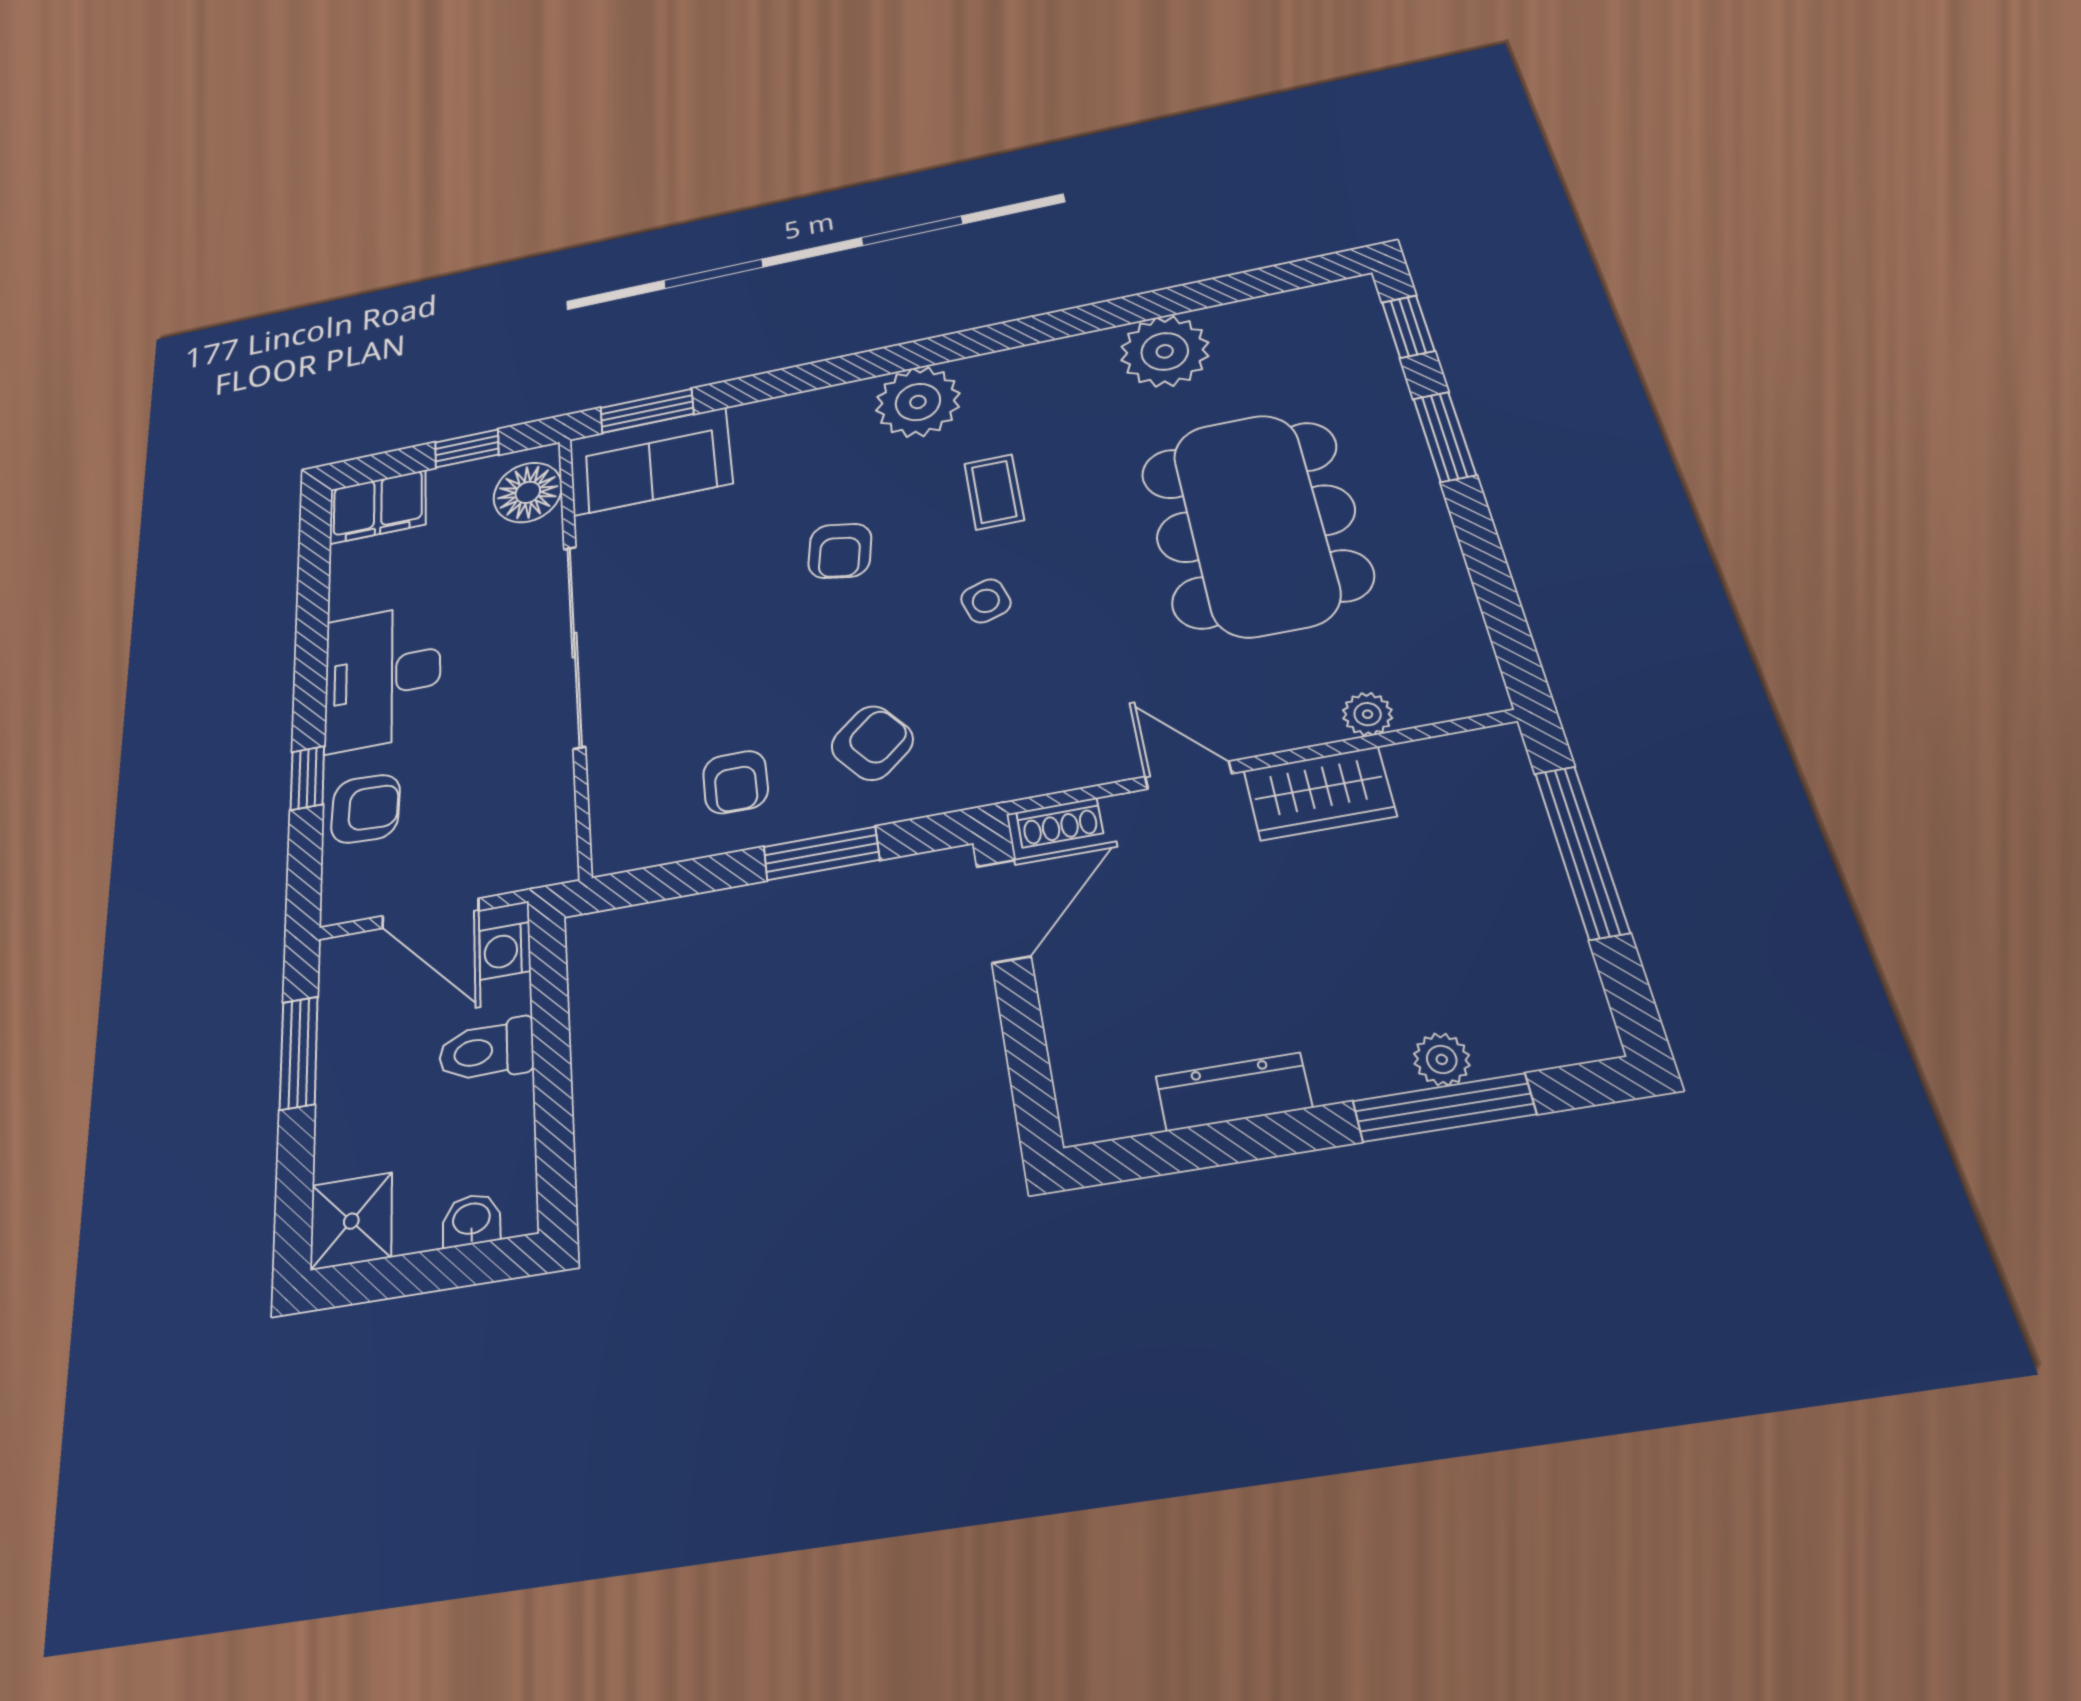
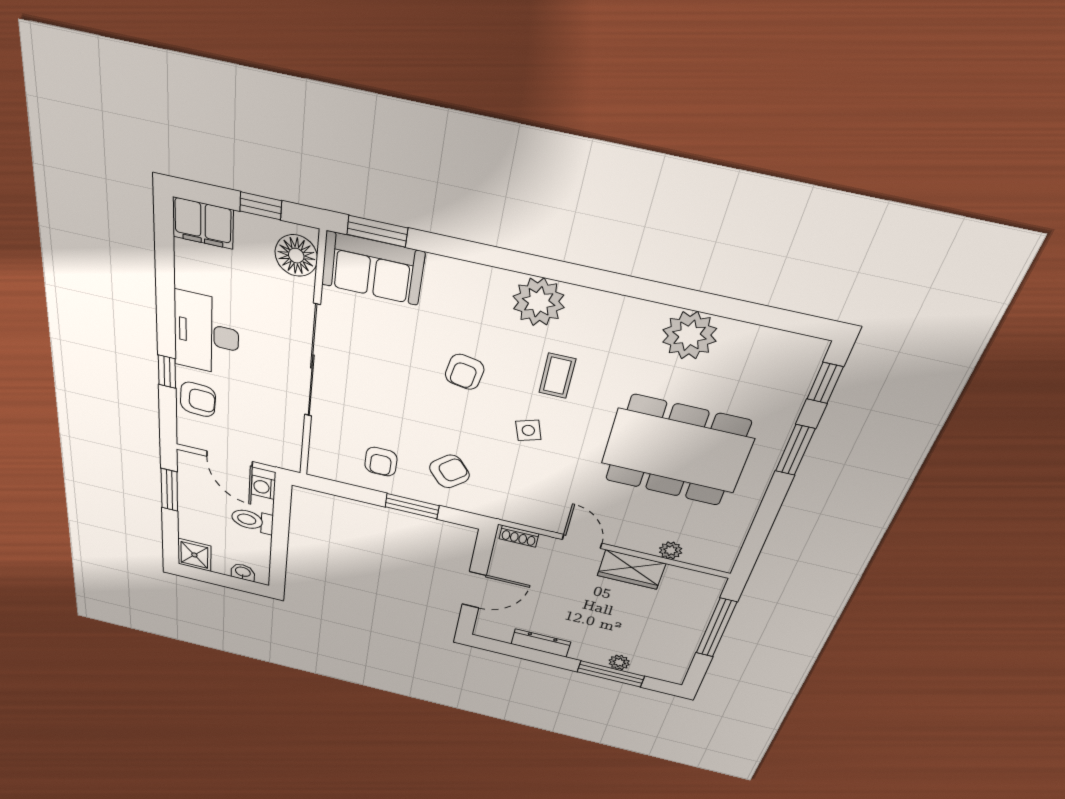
dining table: (1255, 524) -> (677, 451), turned 90
door: (1004, 911) -> (474, 590), moved

